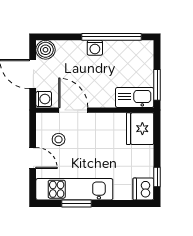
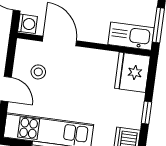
window: (157, 177) -> (147, 113), moved

